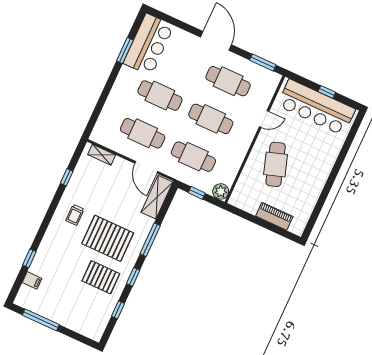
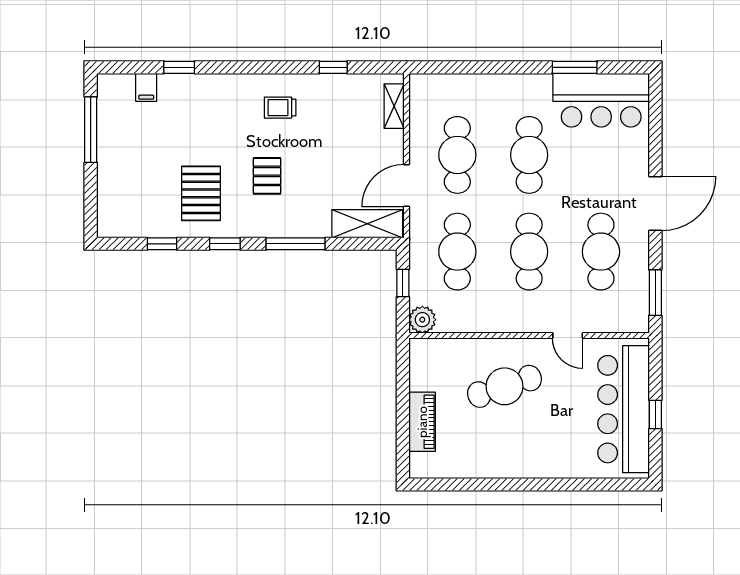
pallet: (108, 238) -> (267, 176), width x0.49, depth x0.50

